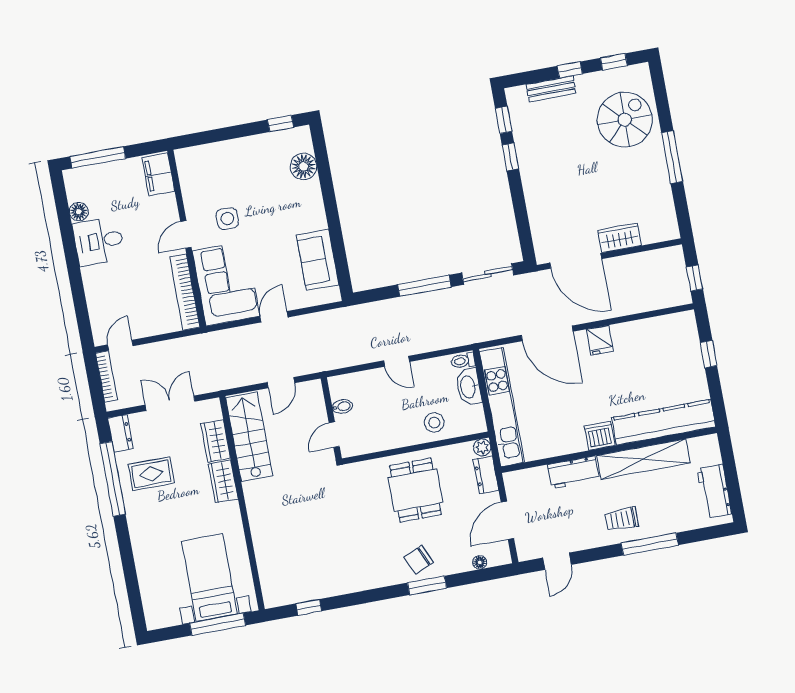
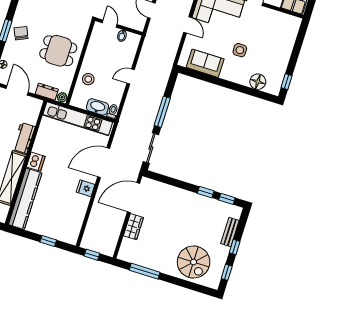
window: (672, 157) -> (145, 271), moved
side table: (227, 219) -> (240, 50), moved

